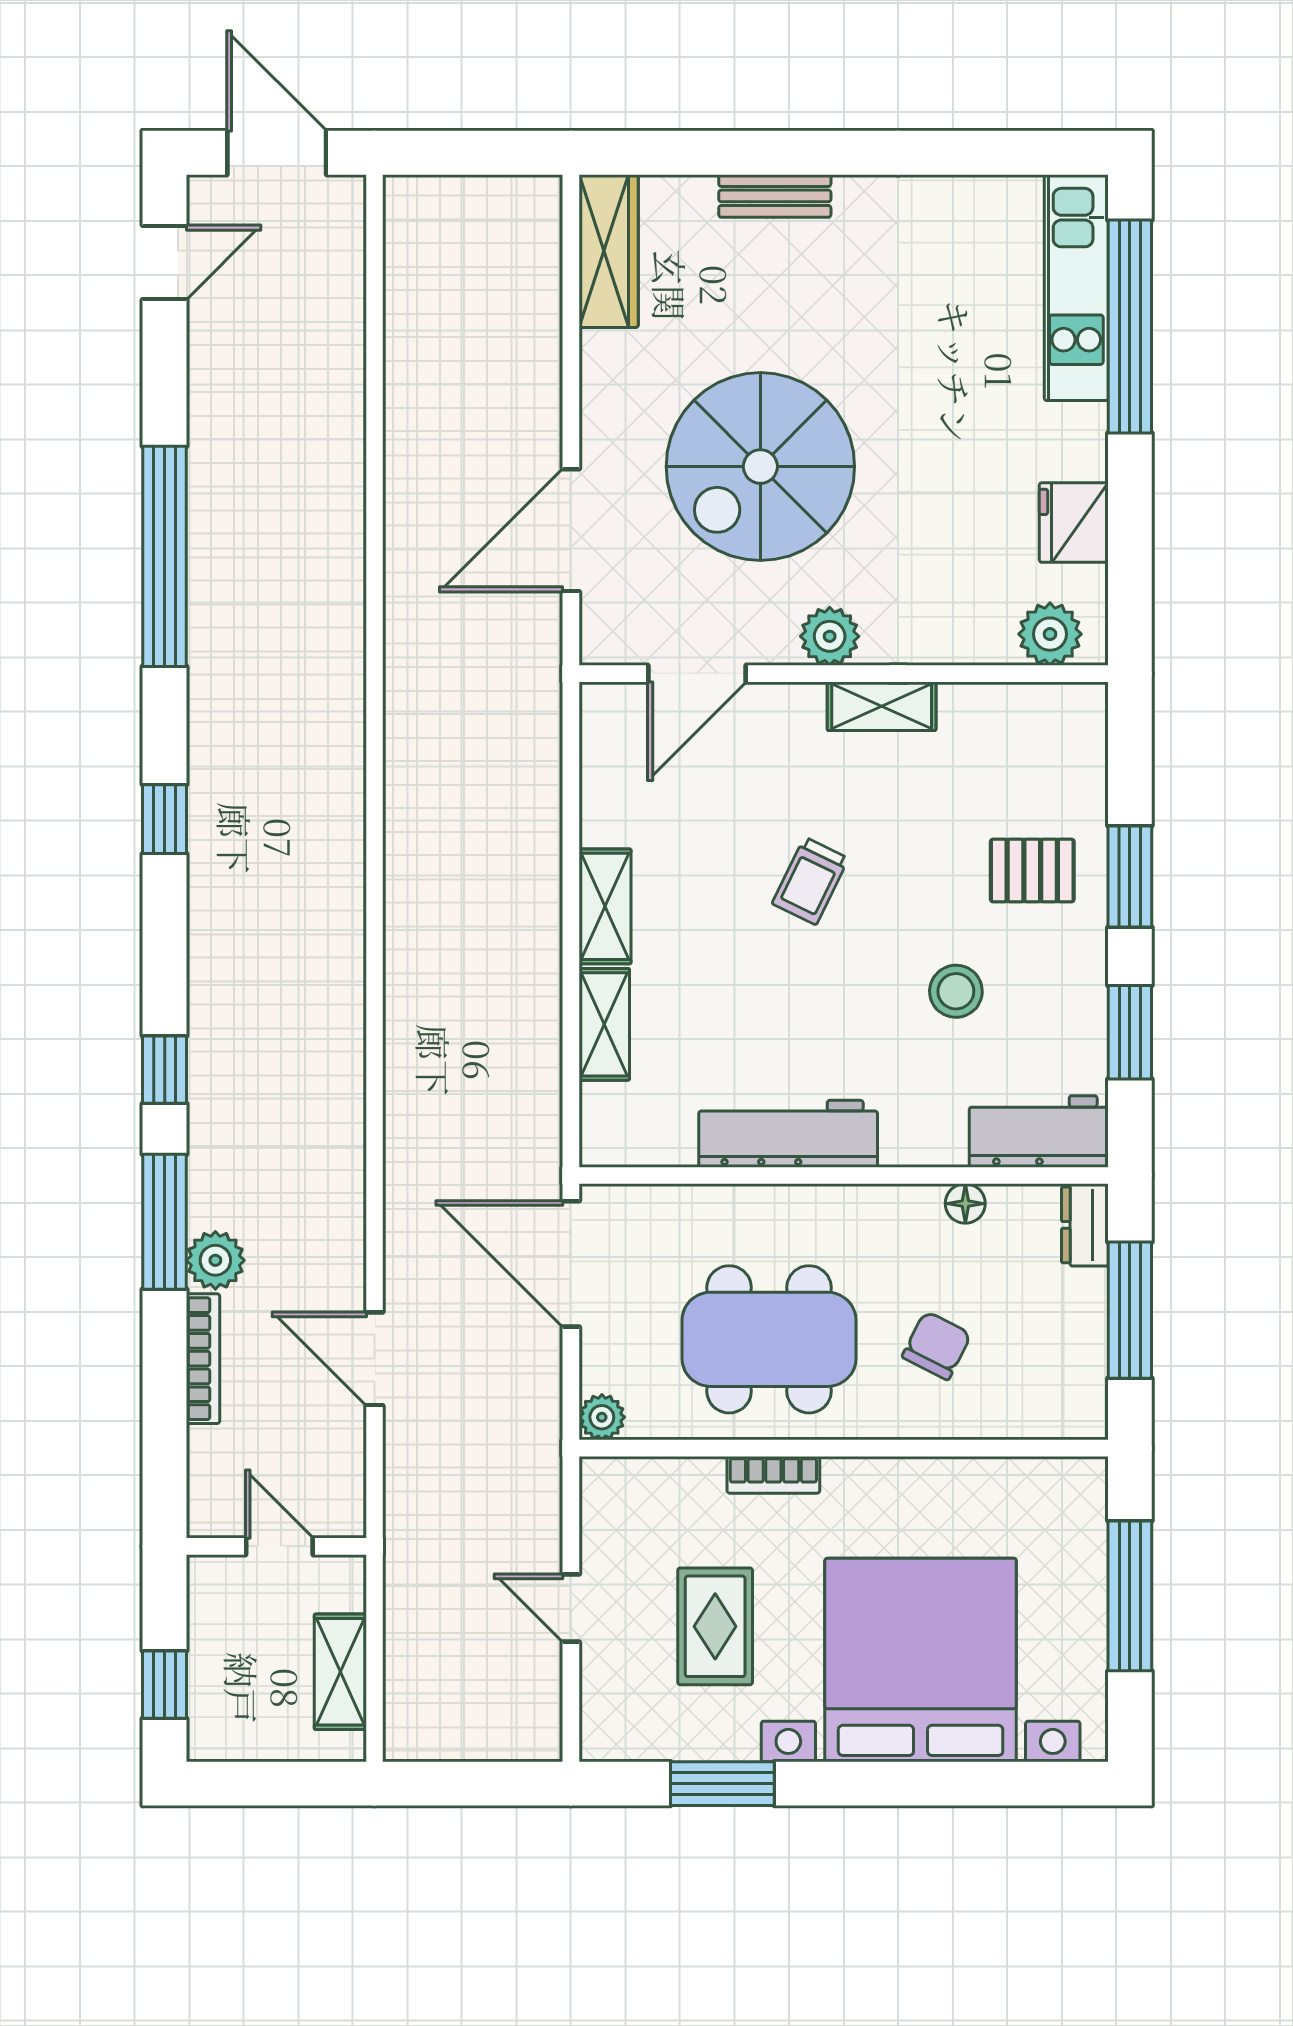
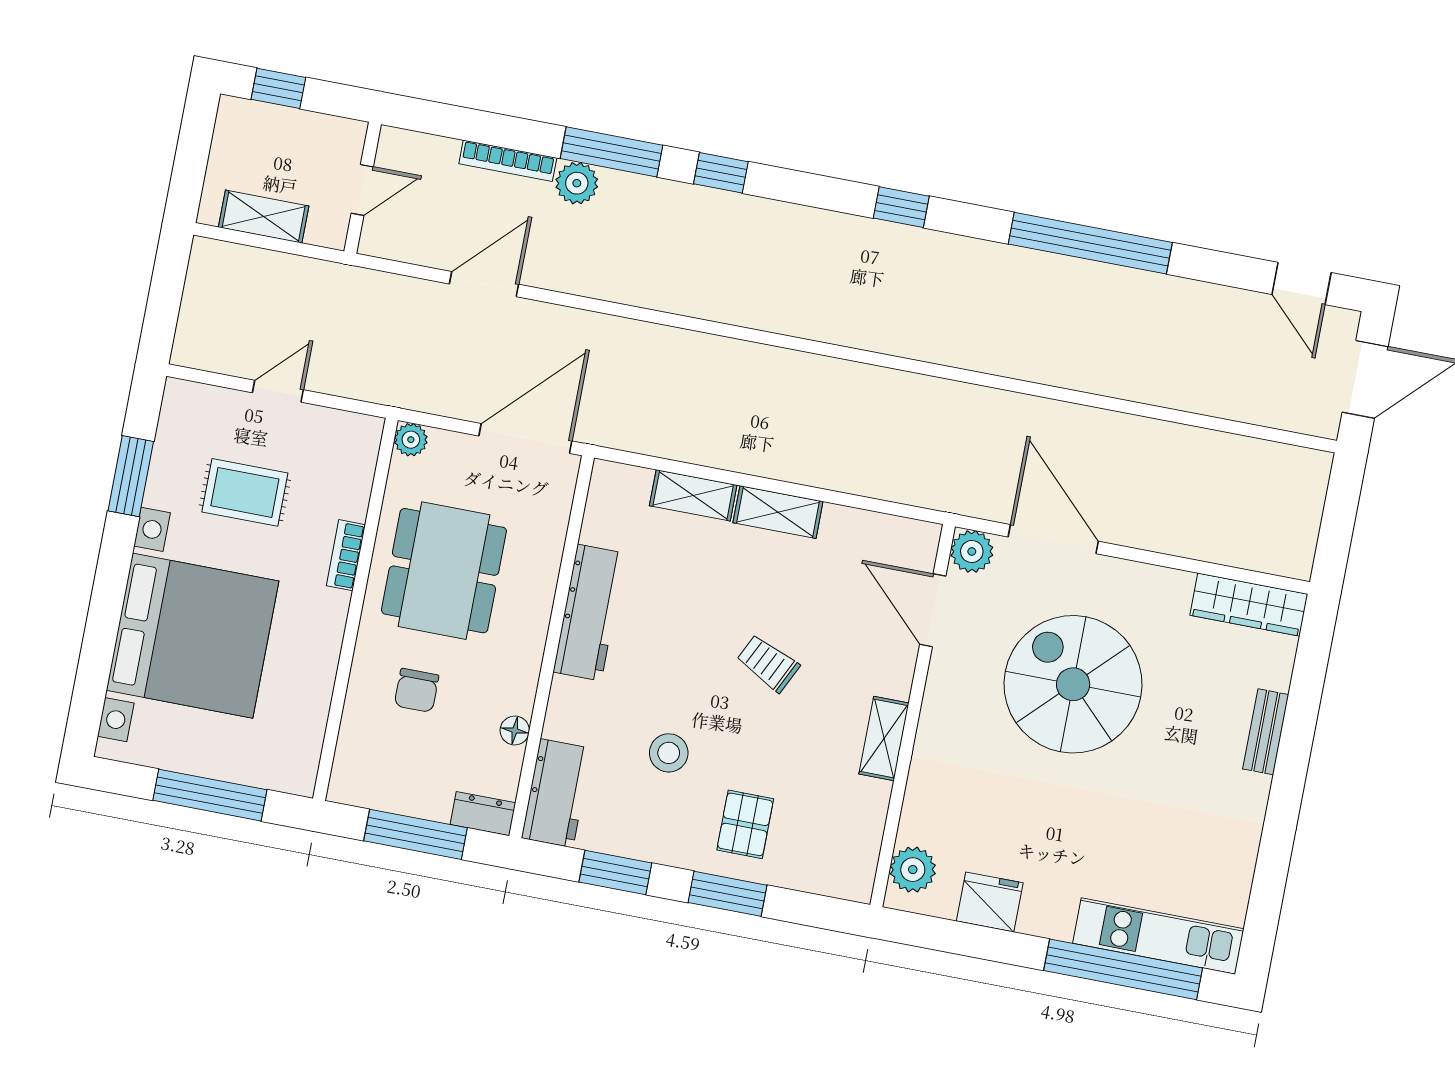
plant: (830, 636) -> (972, 551), moved
chair: (937, 1345) -> (417, 690), turned 63

